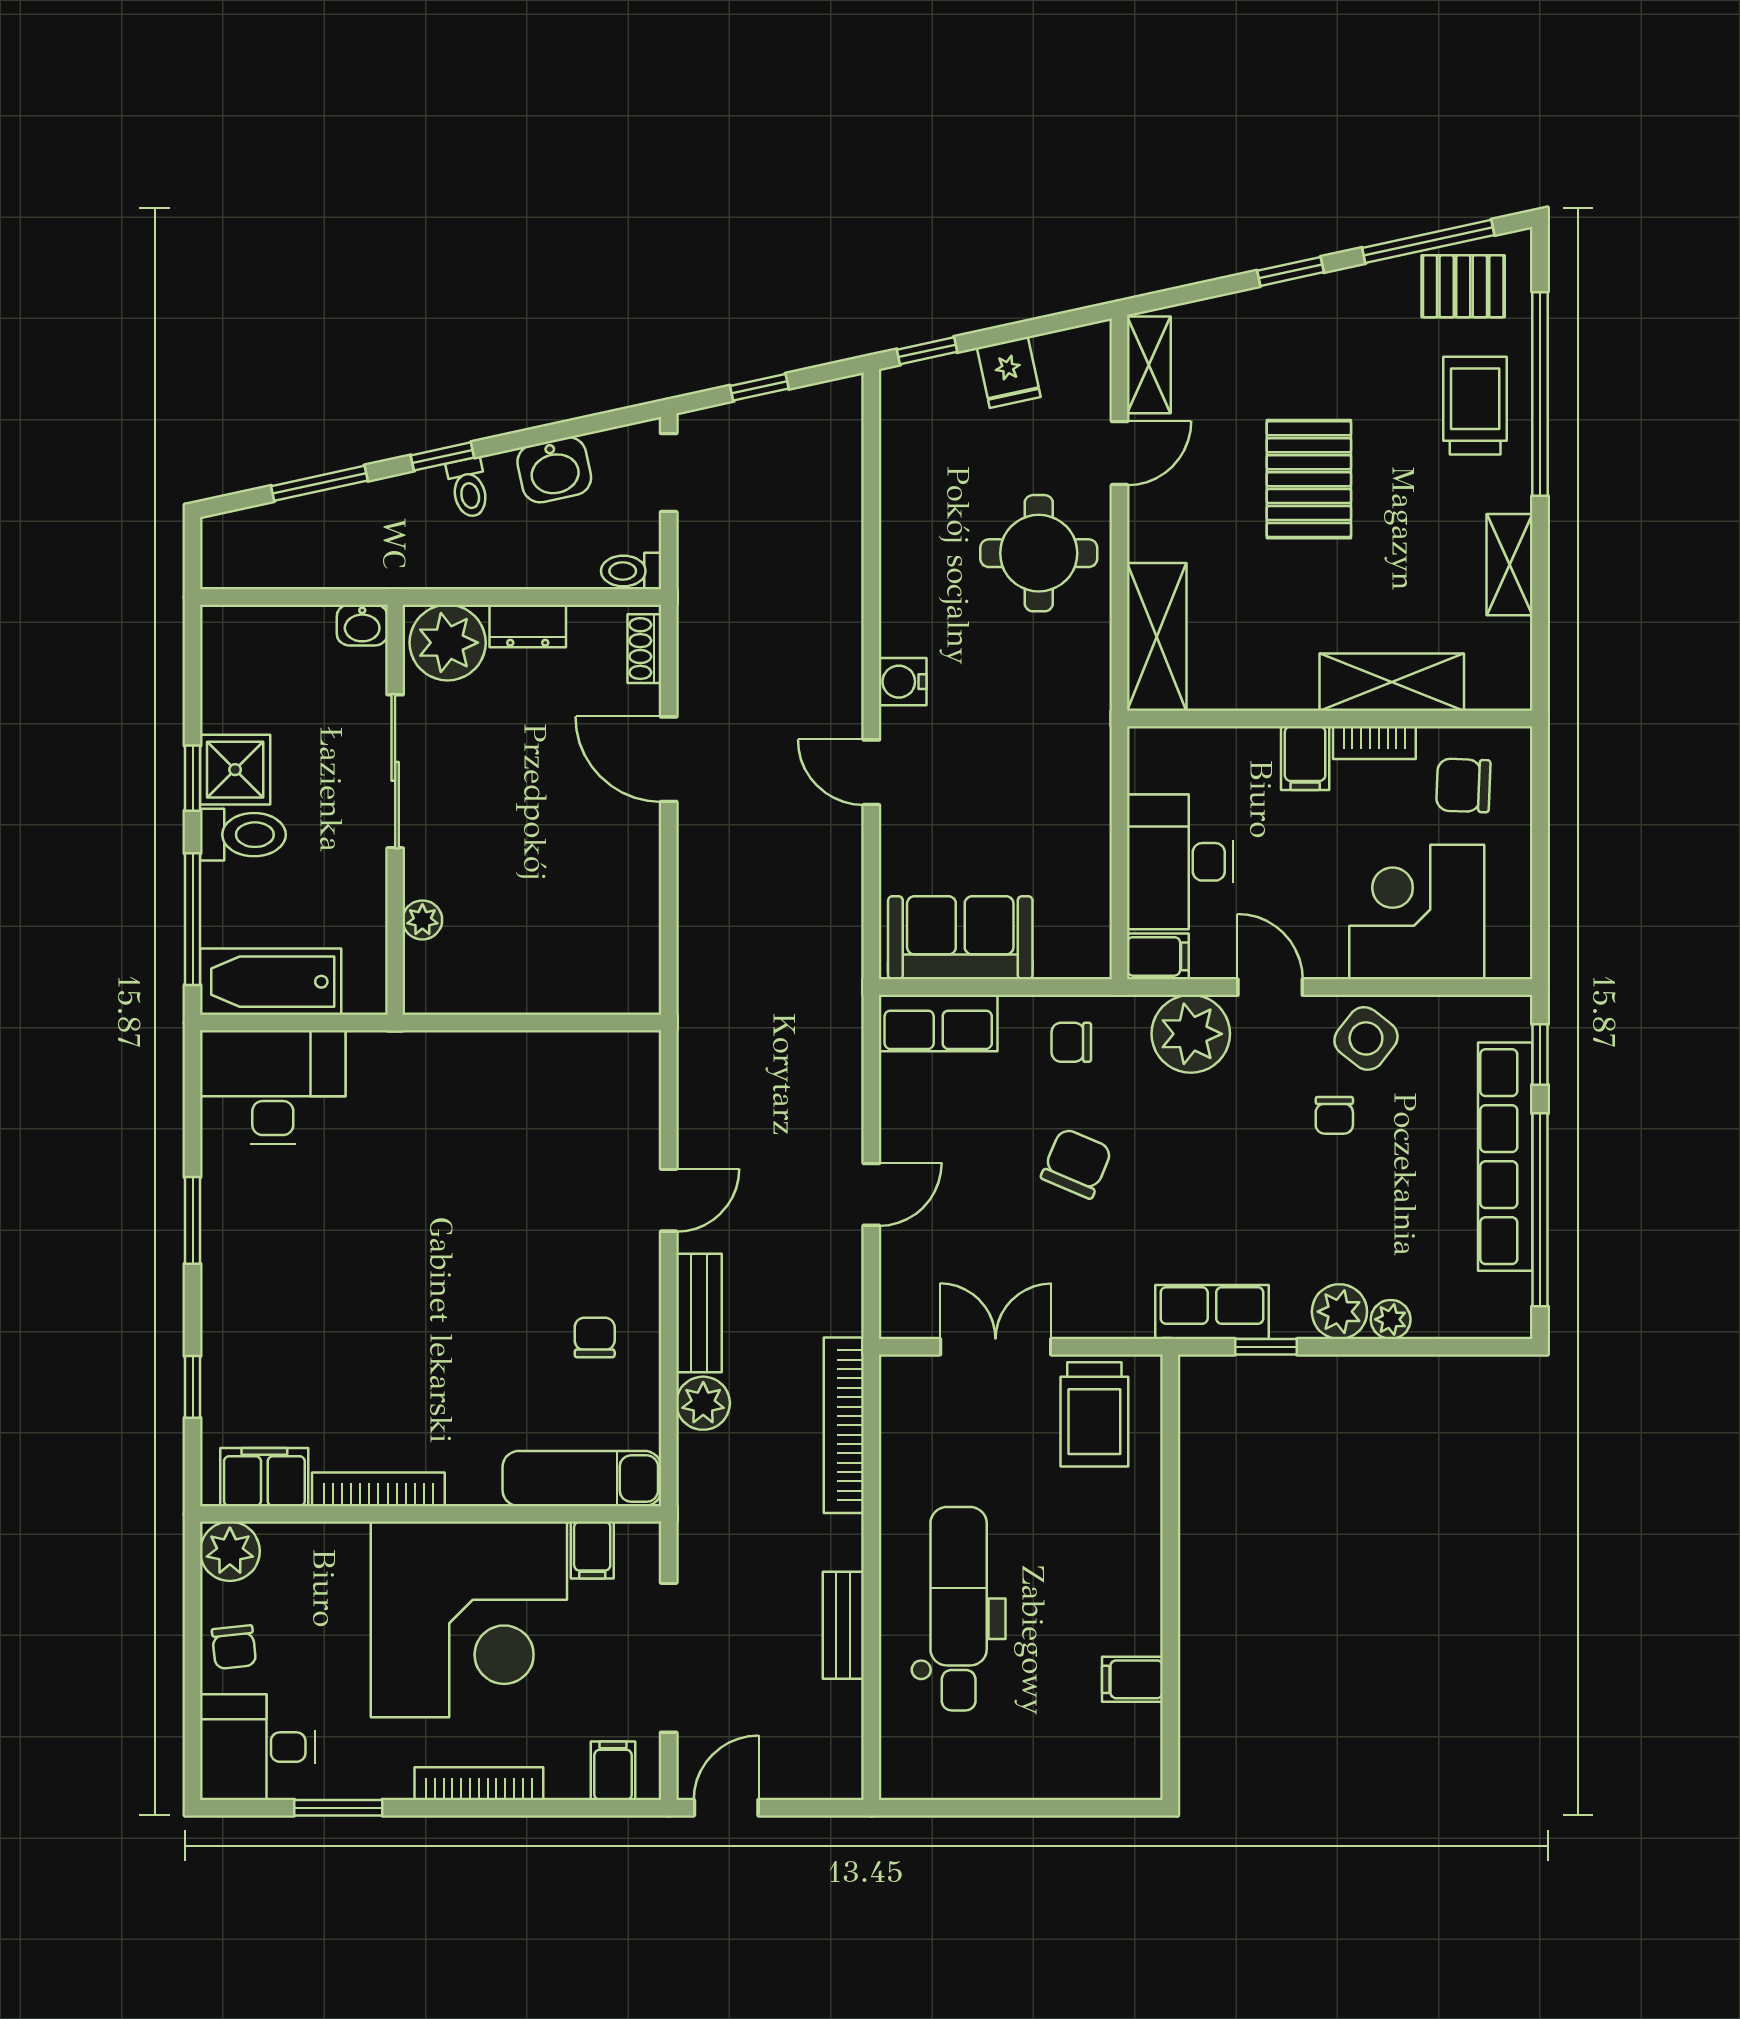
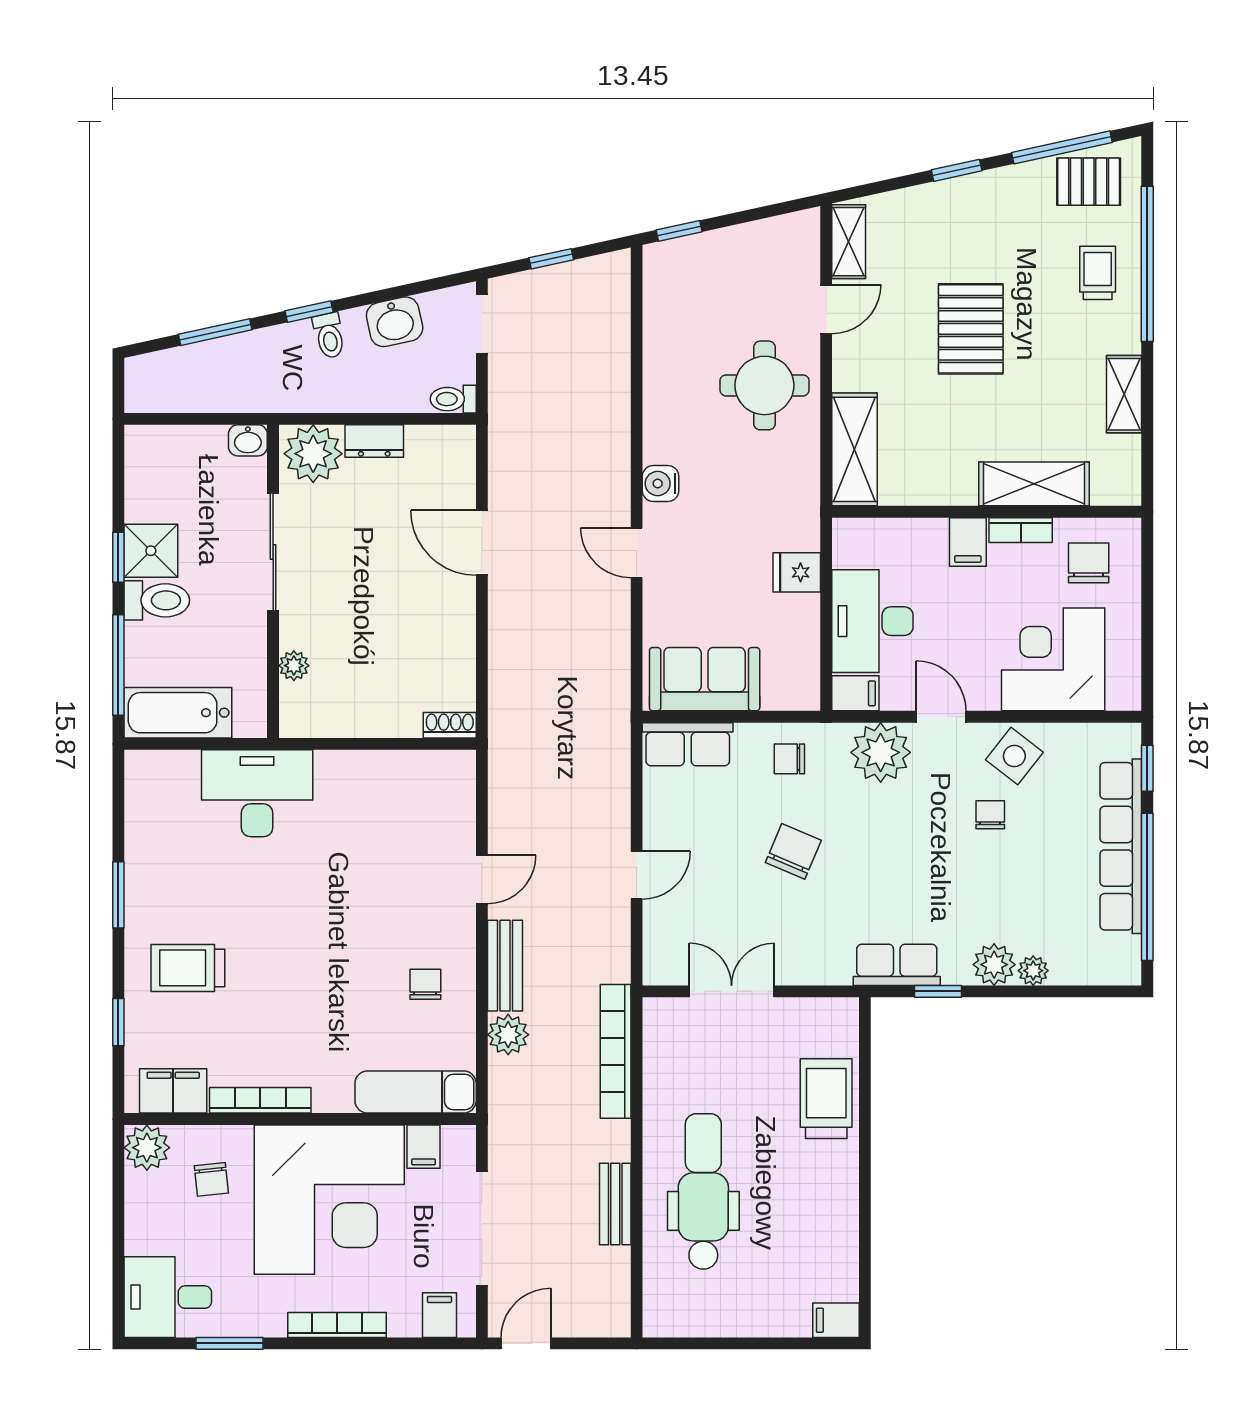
fridge: (1009, 372) -> (797, 572), moved, turned 102
trolley: (1475, 406) -> (1098, 273), width x0.73, depth x0.72
shoe rack: (644, 649) -> (450, 725), moved, turned 90
chair: (1463, 785) -> (1089, 563), turned 88
desk: (273, 1087) -> (257, 793), moved
chair: (1334, 1115) -> (990, 815), turned 180
trolley: (284, 1316) -> (188, 968), added
trolley: (1094, 1414) -> (826, 1099), moved, turned 180
chair: (234, 1647) -> (211, 1179), moved
filing cabinet: (1132, 1679) -> (836, 1320), moved

